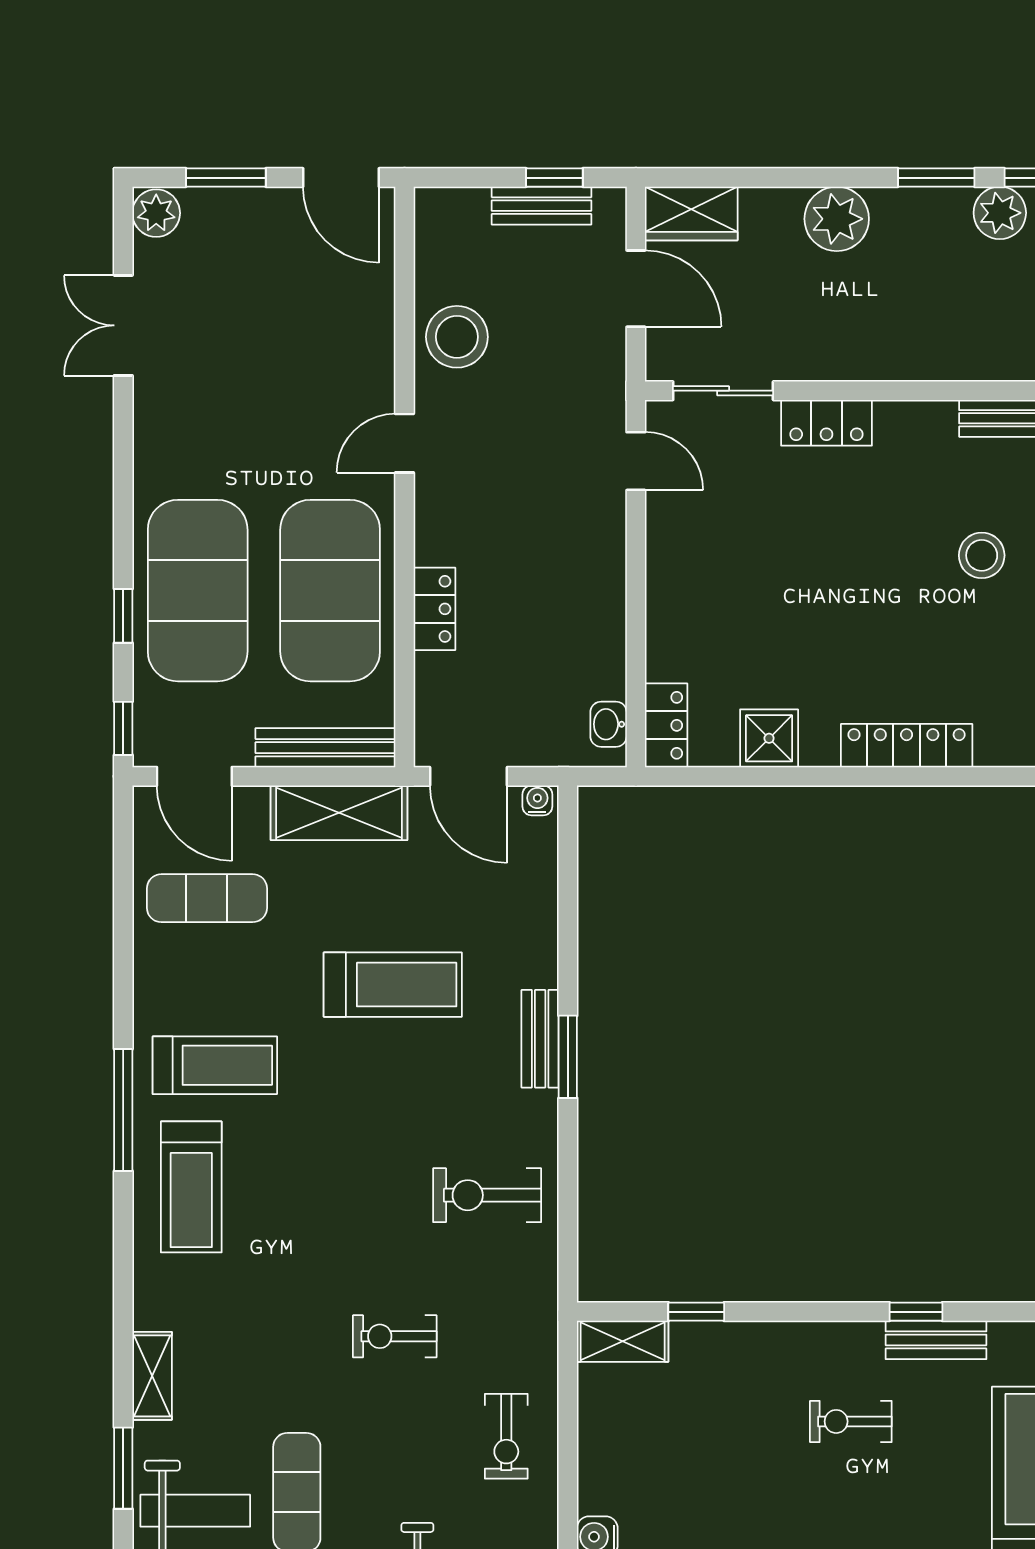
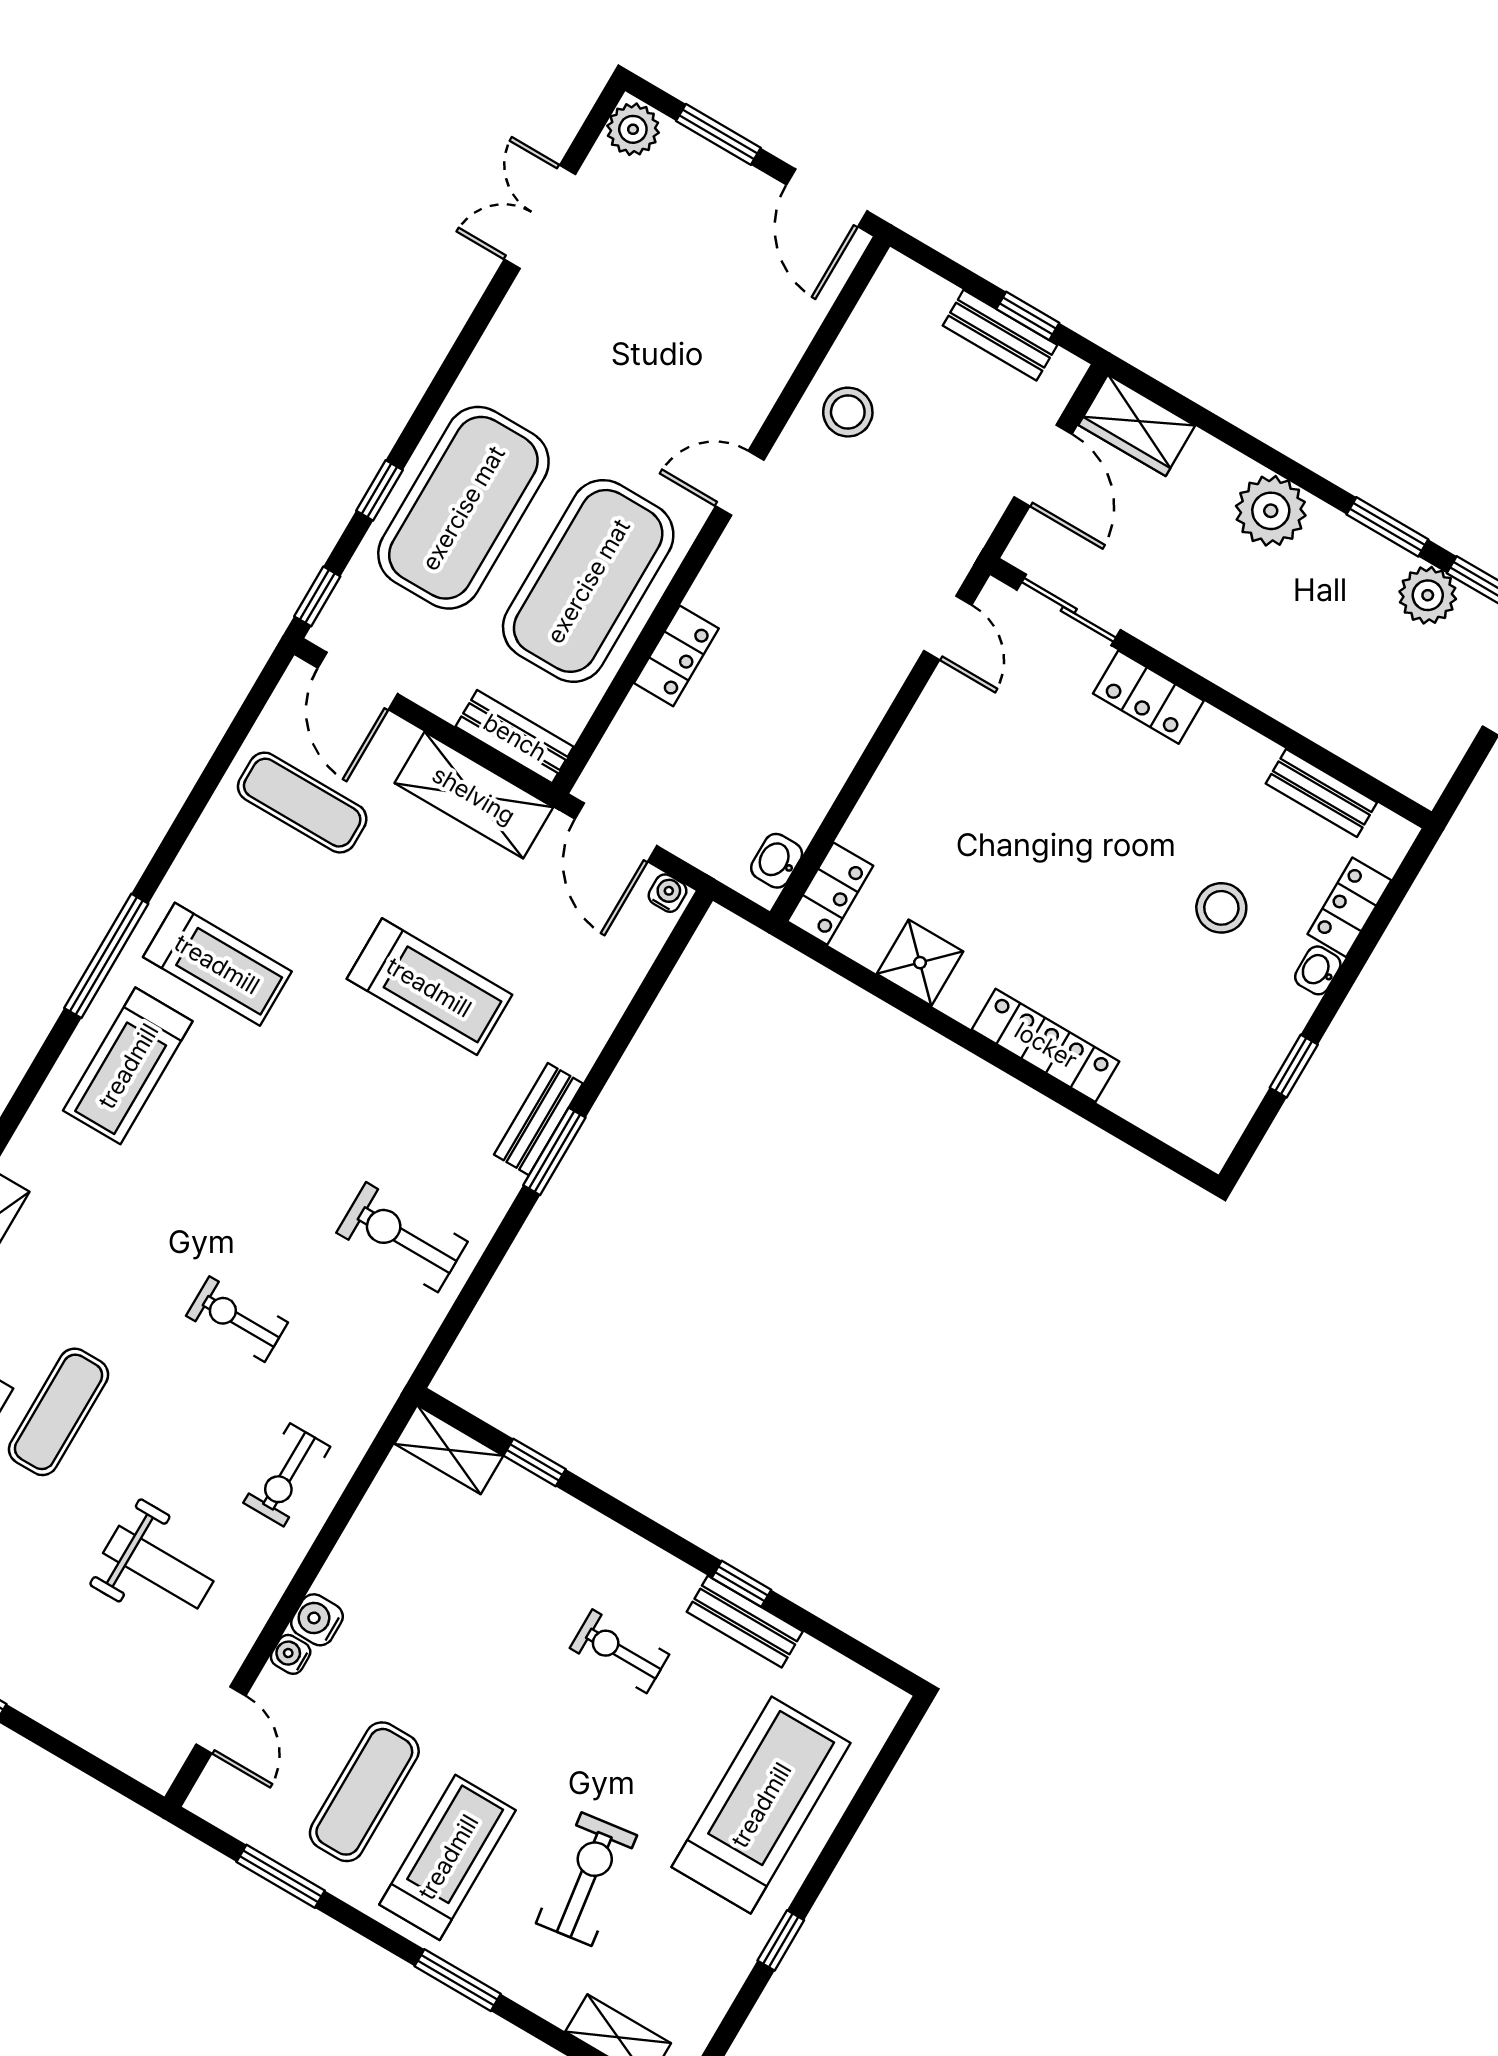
stool: (457, 337) -> (848, 412), width x0.73, depth x0.73
bench: (325, 748) -> (515, 737), width x0.73

